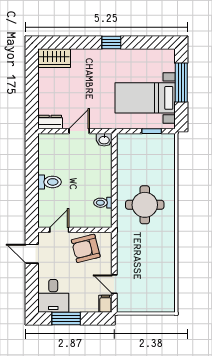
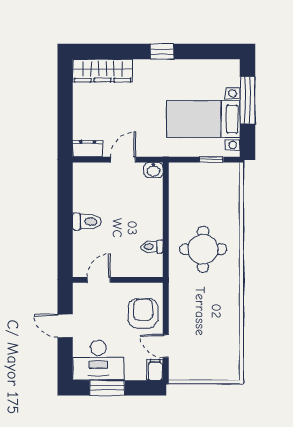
wardrobe: (54, 58) -> (103, 71), width x1.50
armchair: (86, 248) -> (143, 313), moved, turned 104
door: (32, 254) -> (65, 326), moved
desk: (53, 296) -> (98, 360), width x1.37

